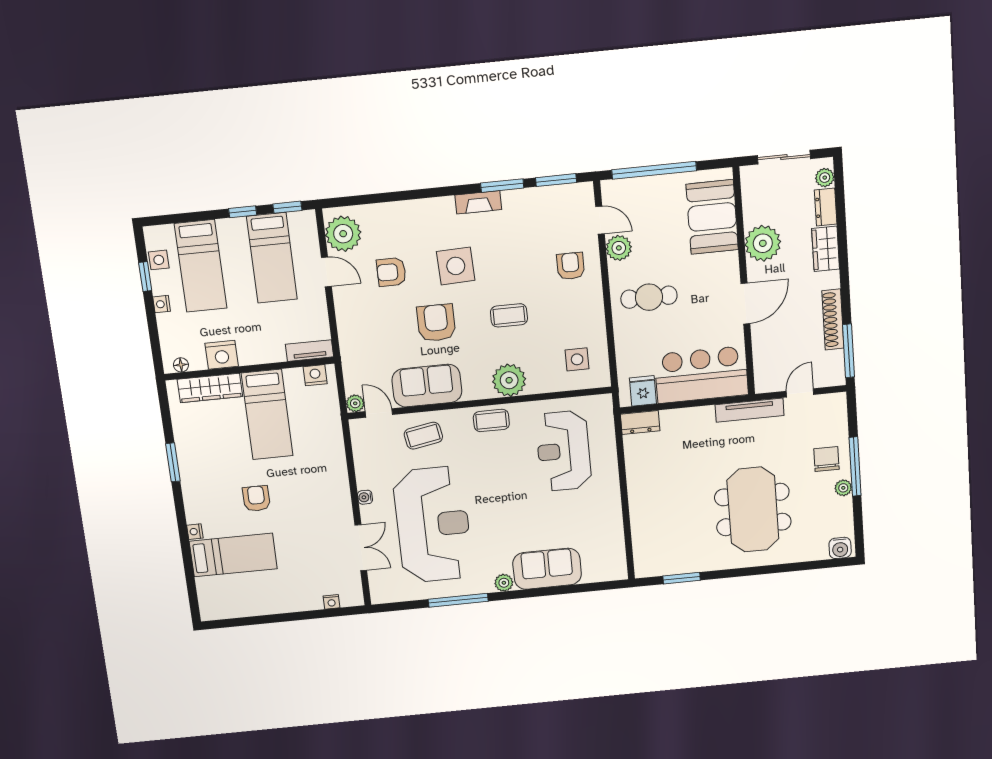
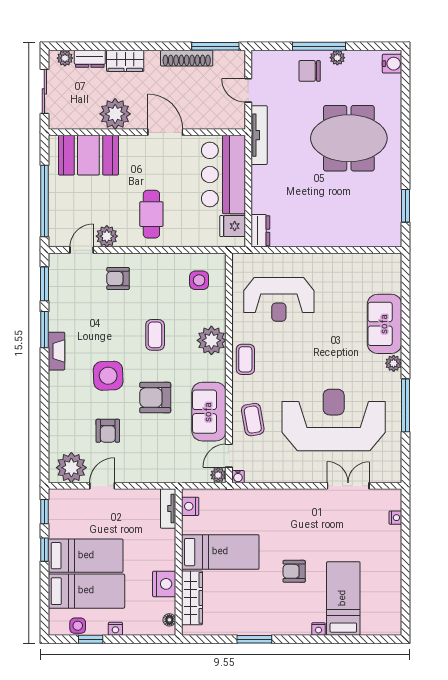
bed: (272, 258) -> (86, 556), moved
water cooler: (365, 497) -> (238, 477), moved

